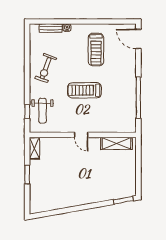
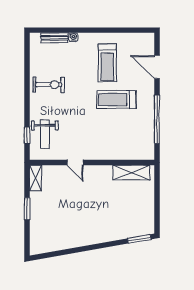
door: (138, 39) -> (157, 67), moved
exercise bike: (46, 68) -> (49, 85), turned -110
treadmill: (84, 90) -> (117, 100), moved
door: (81, 135) -> (75, 163), moved

